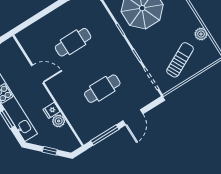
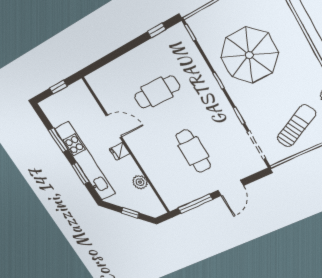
cafe table: (102, 89) -> (193, 151), turned 90
fridge: (51, 110) -> (120, 151), moved

